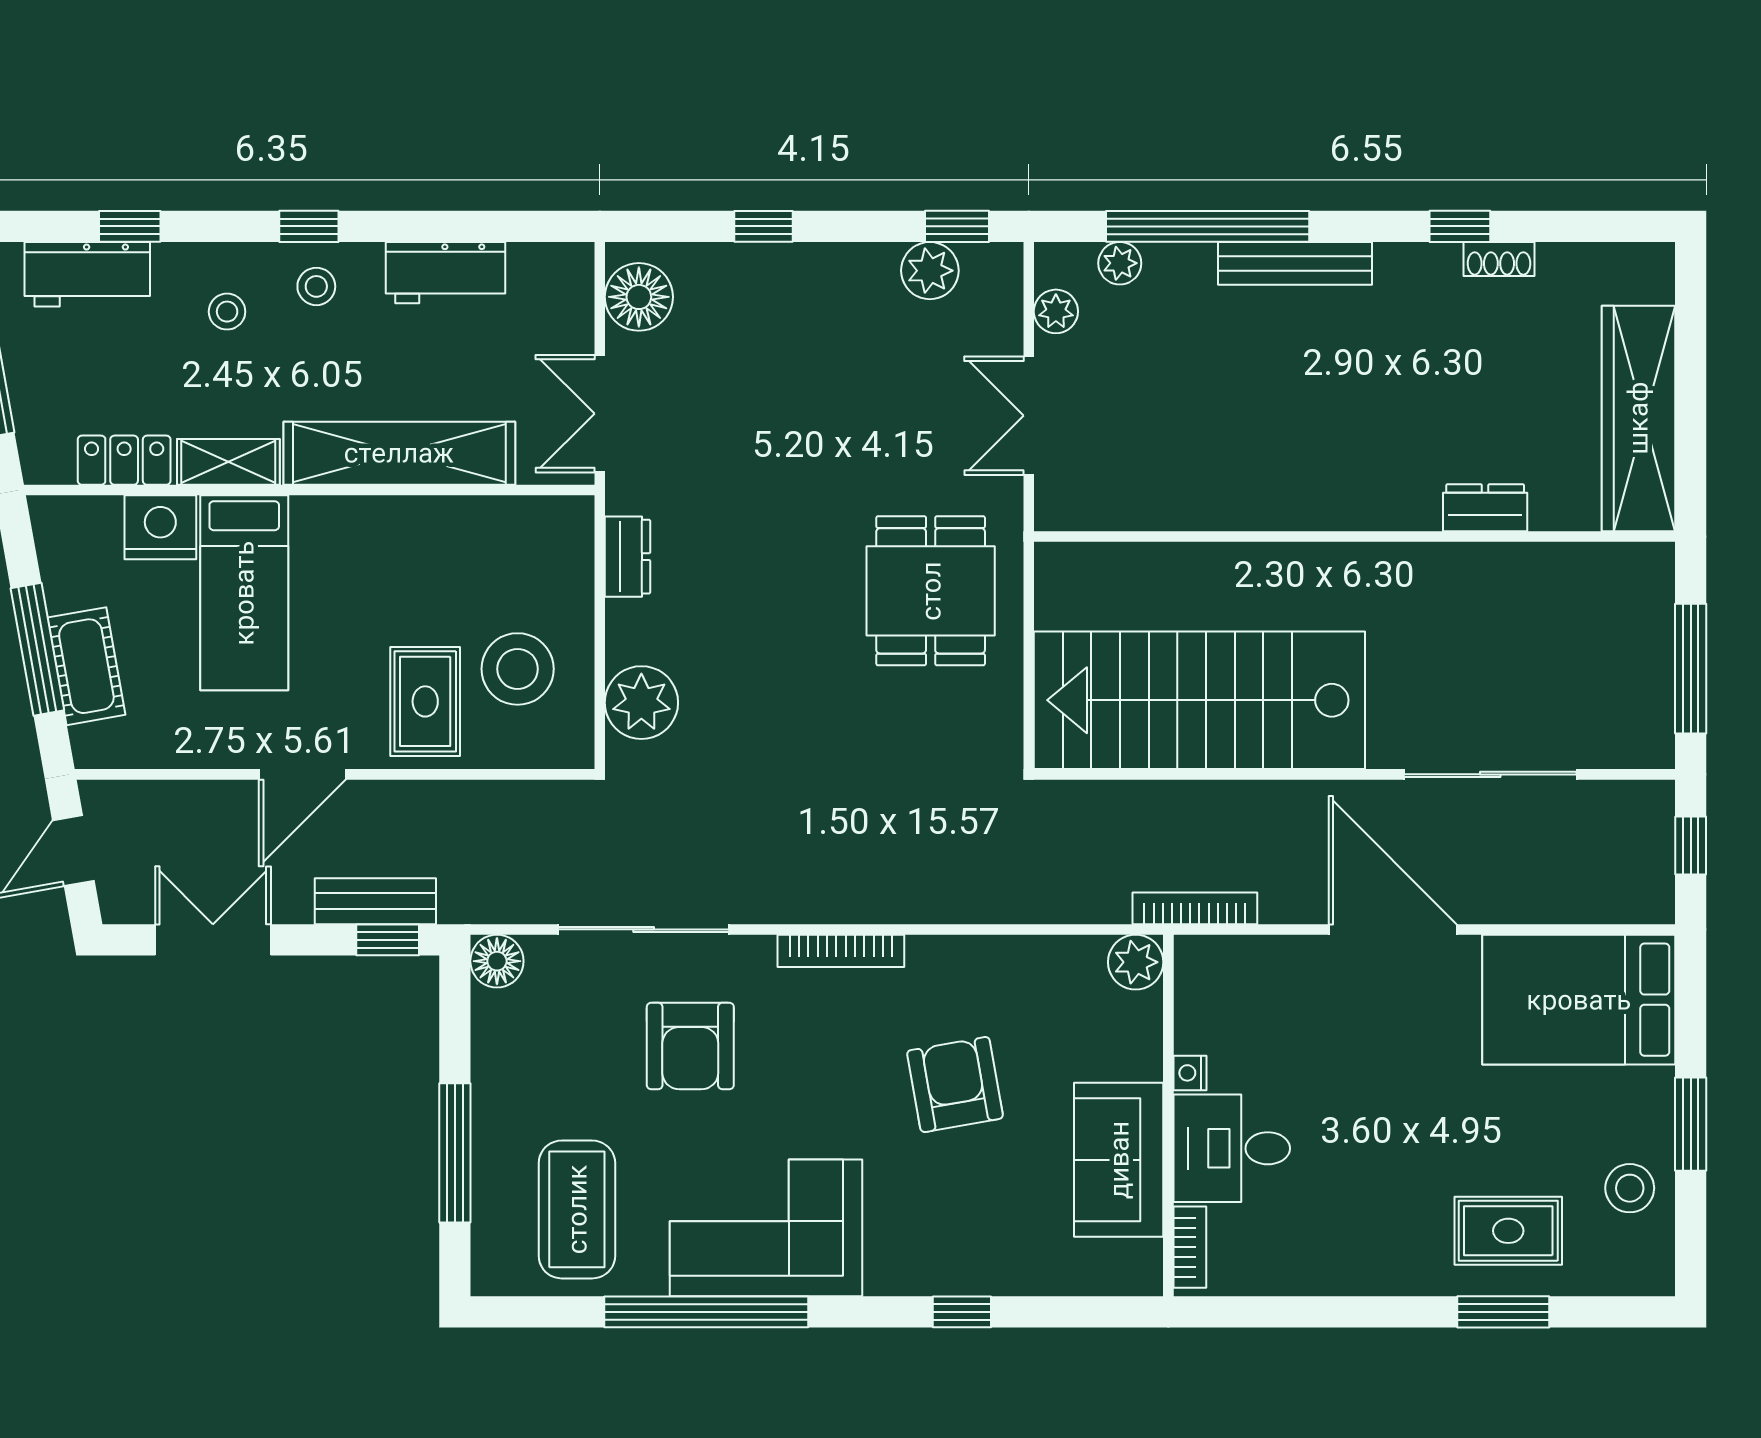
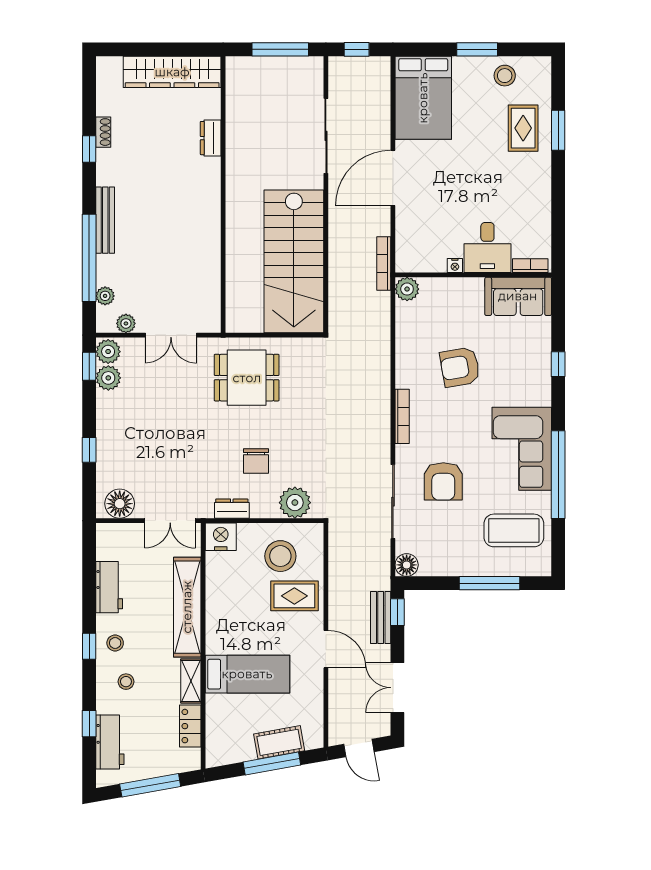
plant: (991, 270) -> (108, 352), added
nightstand: (160, 527) -> (221, 537), moved, turned 90
chair: (738, 612) -> (256, 461), added
armchair: (690, 1046) -> (443, 481), turned 90
sofa: (1119, 1160) -> (518, 296), moved

